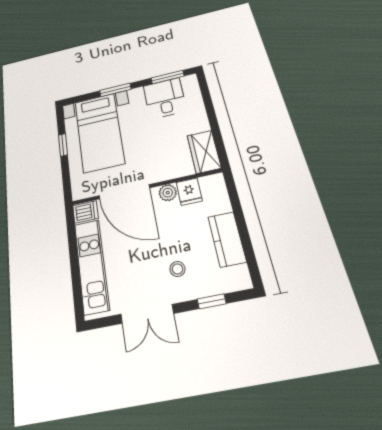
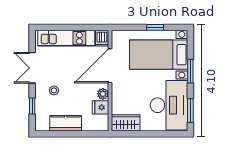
desk: (165, 98) -> (169, 105), width x1.87, depth x1.30

